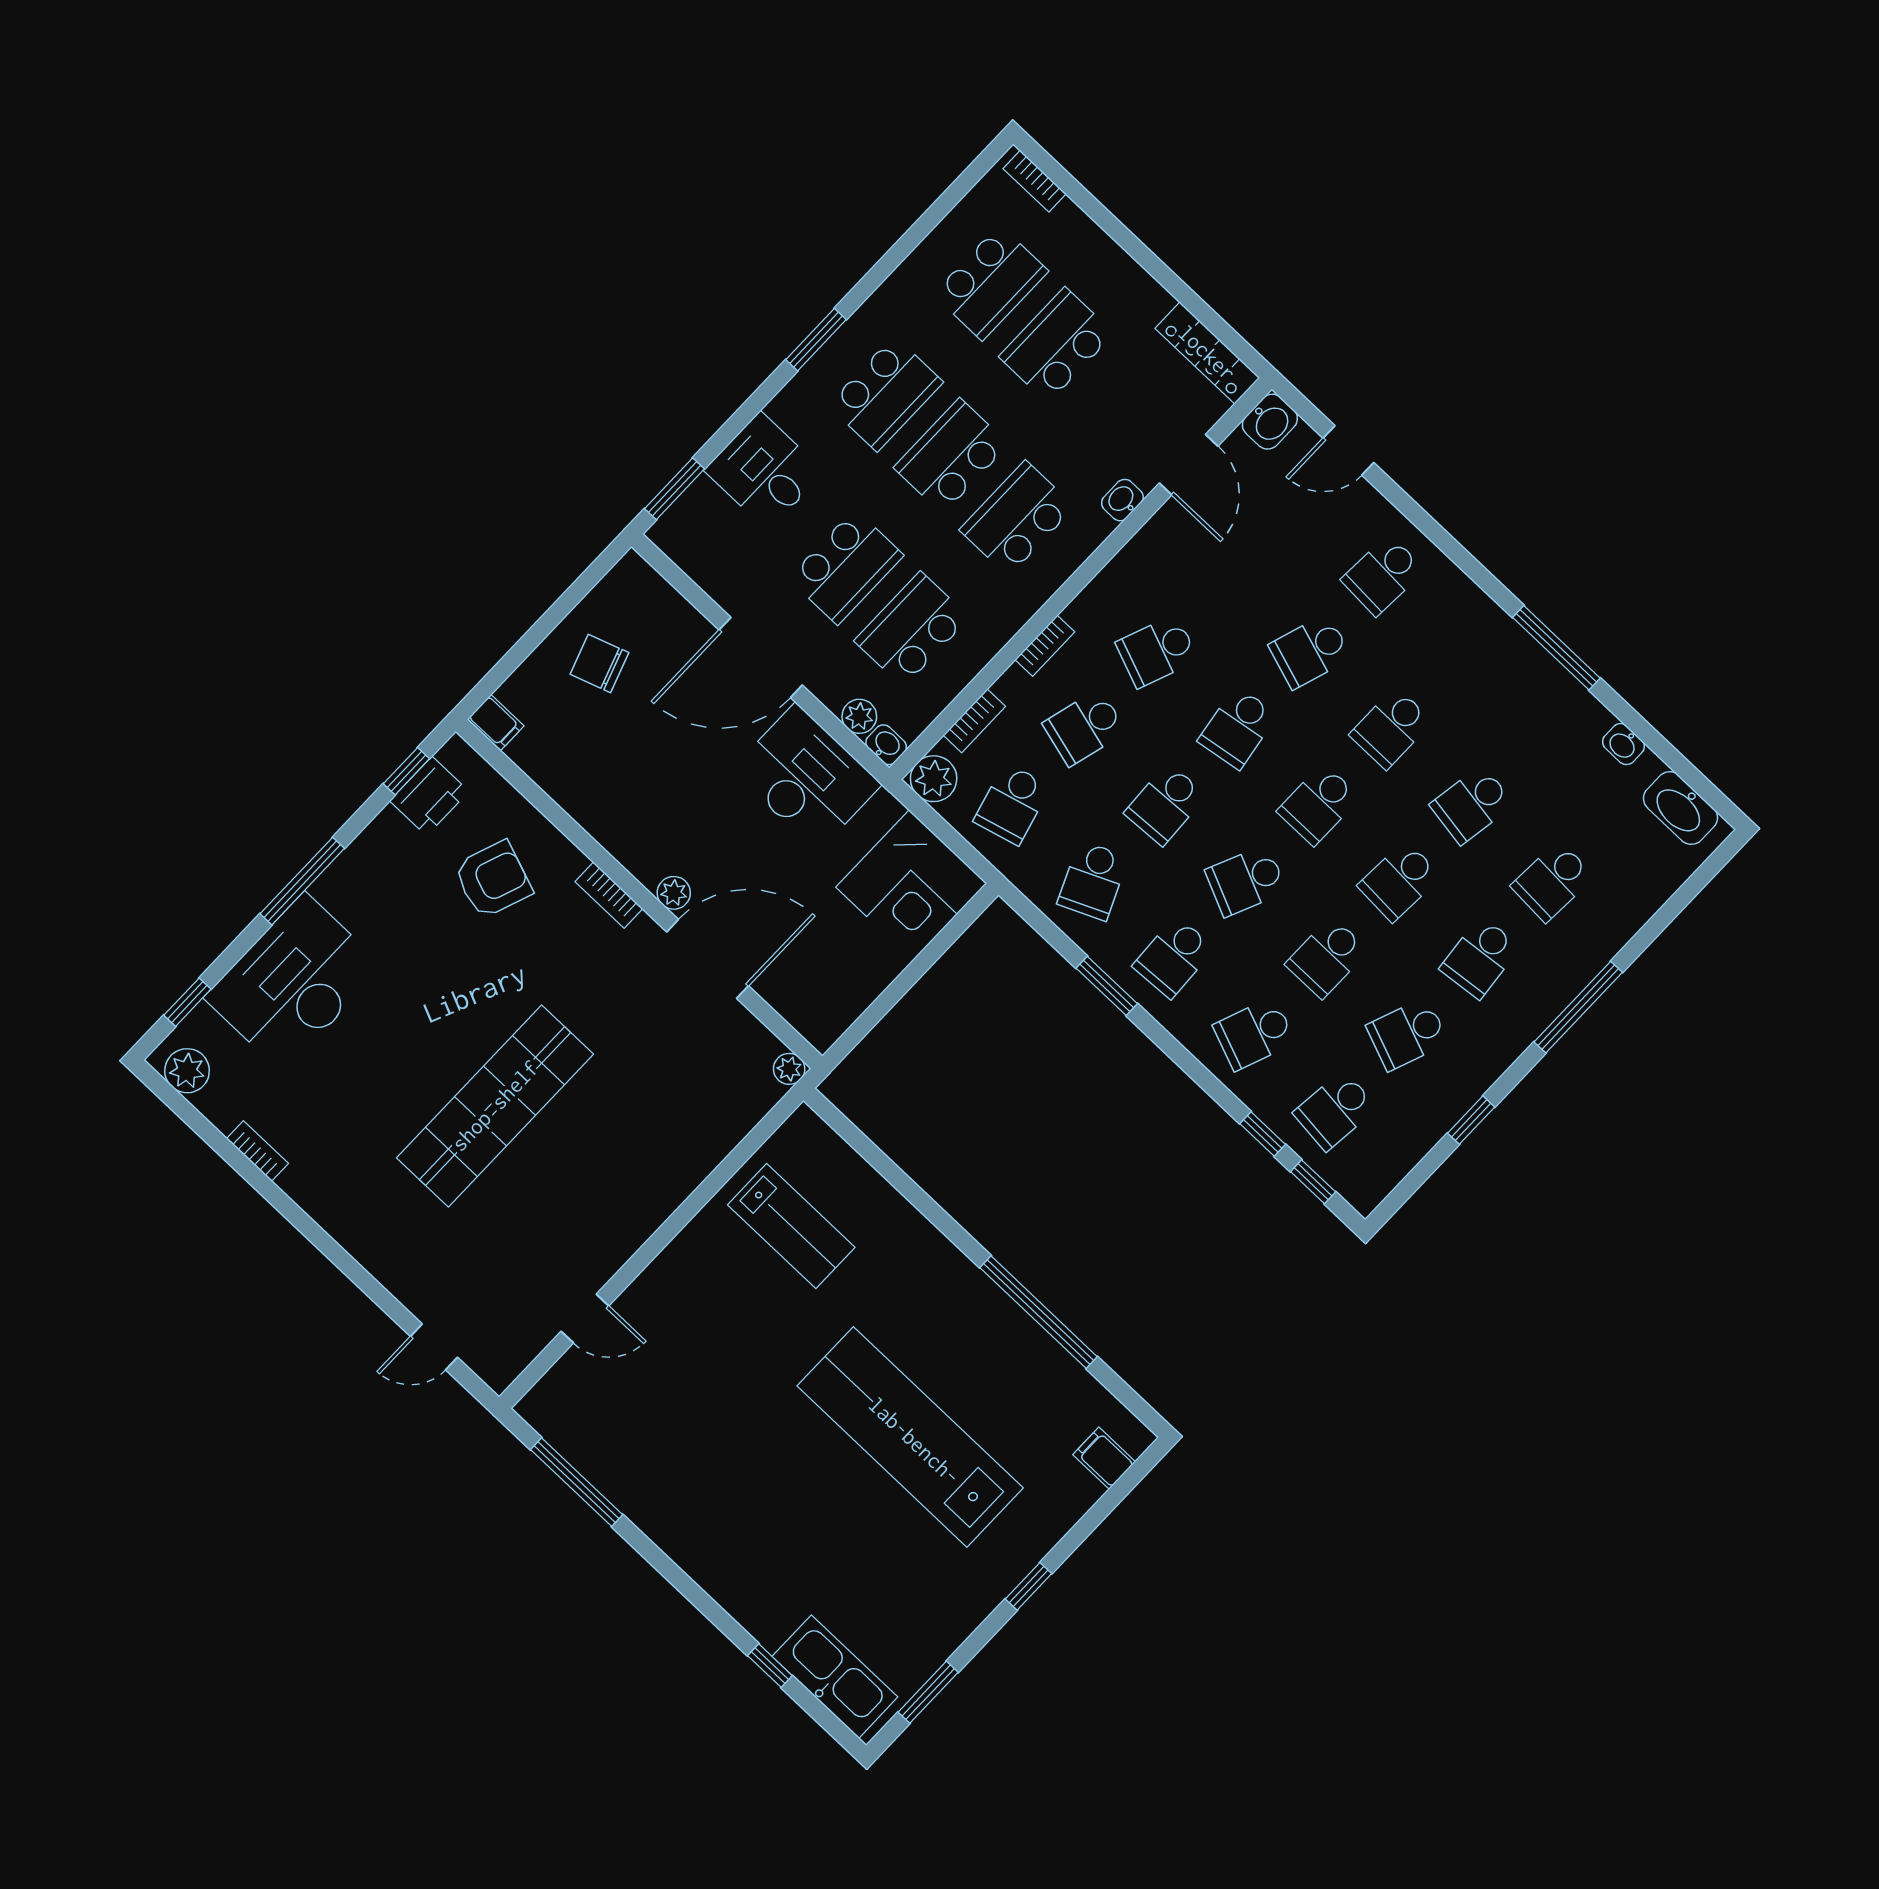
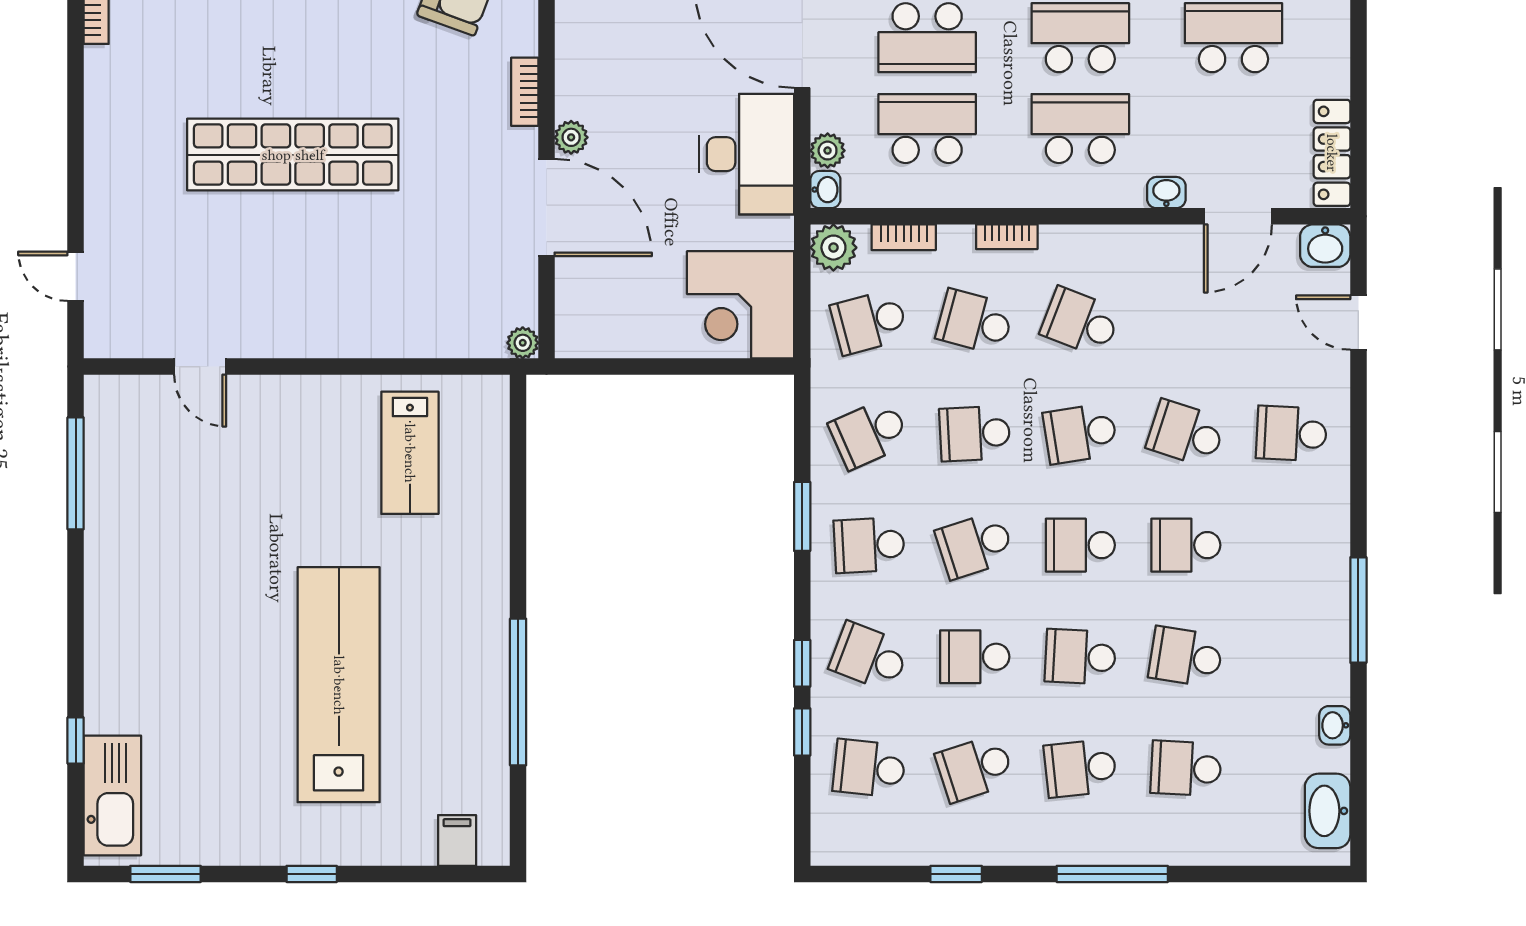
school desk: (1246, 881) -> (975, 545), turned -42
school desk: (1407, 1034) -> (975, 768), turned -39
window: (1313, 1182) -> (802, 663), moved

